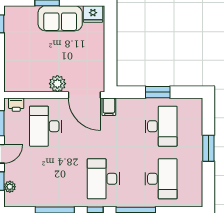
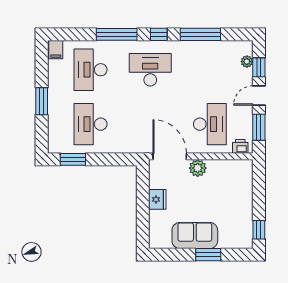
fridge: (93, 14) -> (157, 199), moved, turned 90
window: (158, 92) -> (73, 159), moved
filing cabinet: (109, 107) -> (56, 50), moved, turned 180
desk: (103, 179) -> (150, 70), turned -90

